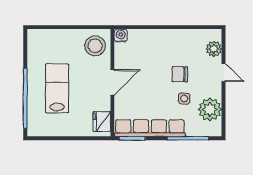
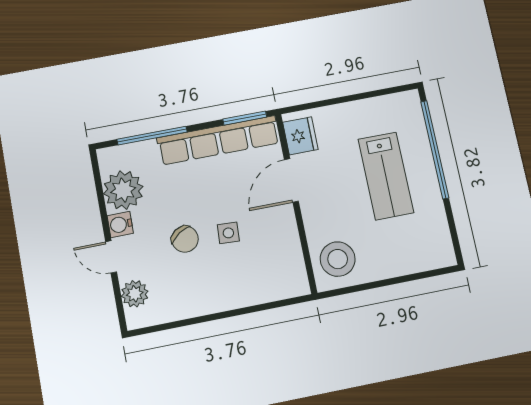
water cooler: (121, 36) -> (120, 224), moved, turned 90
chair: (180, 74) -> (185, 239), turned 56
door: (112, 82) -> (291, 180), moved
side table: (184, 98) -> (228, 233), moved

